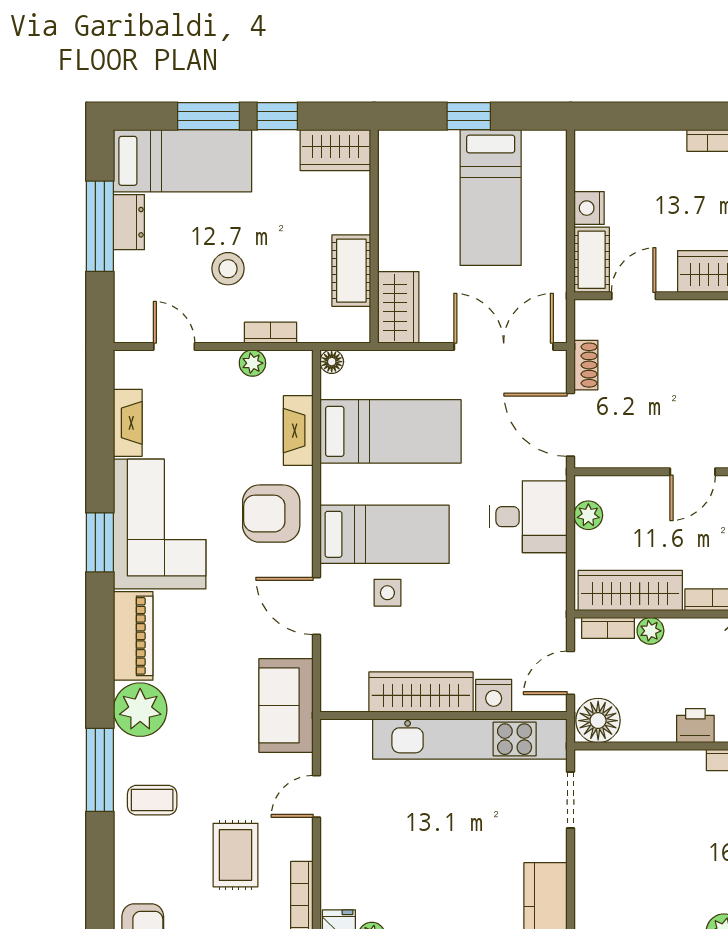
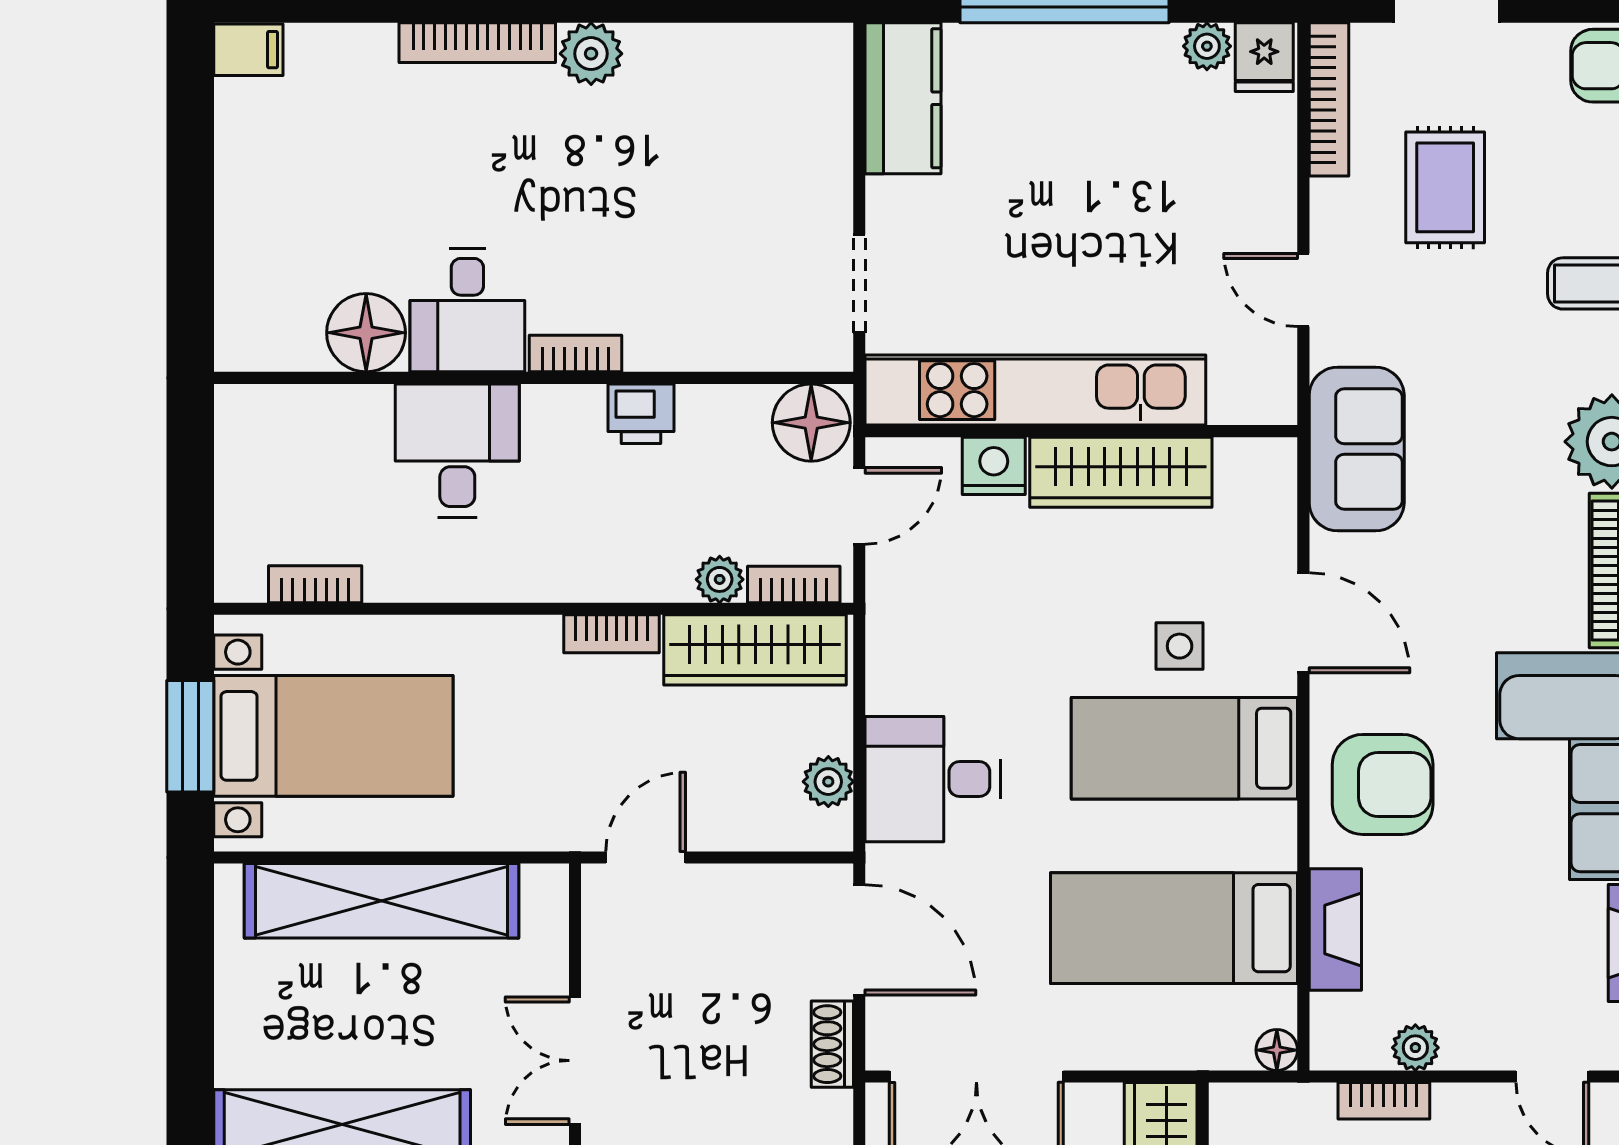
door: (317, 796) -> (1303, 290), swing flipped

